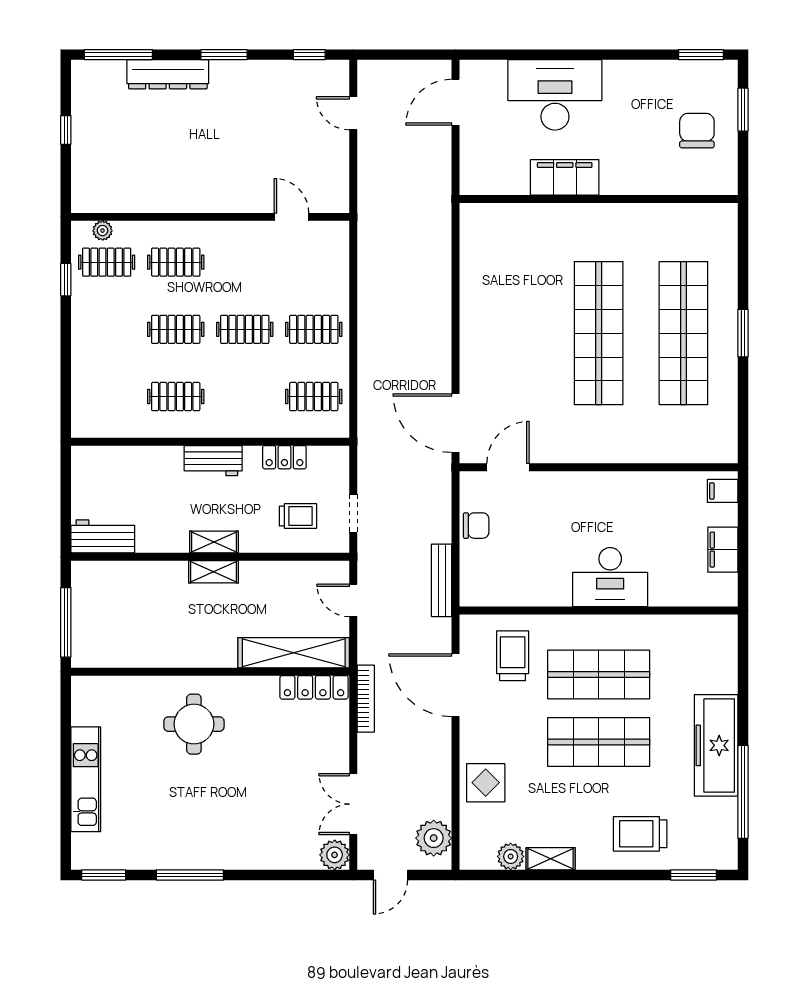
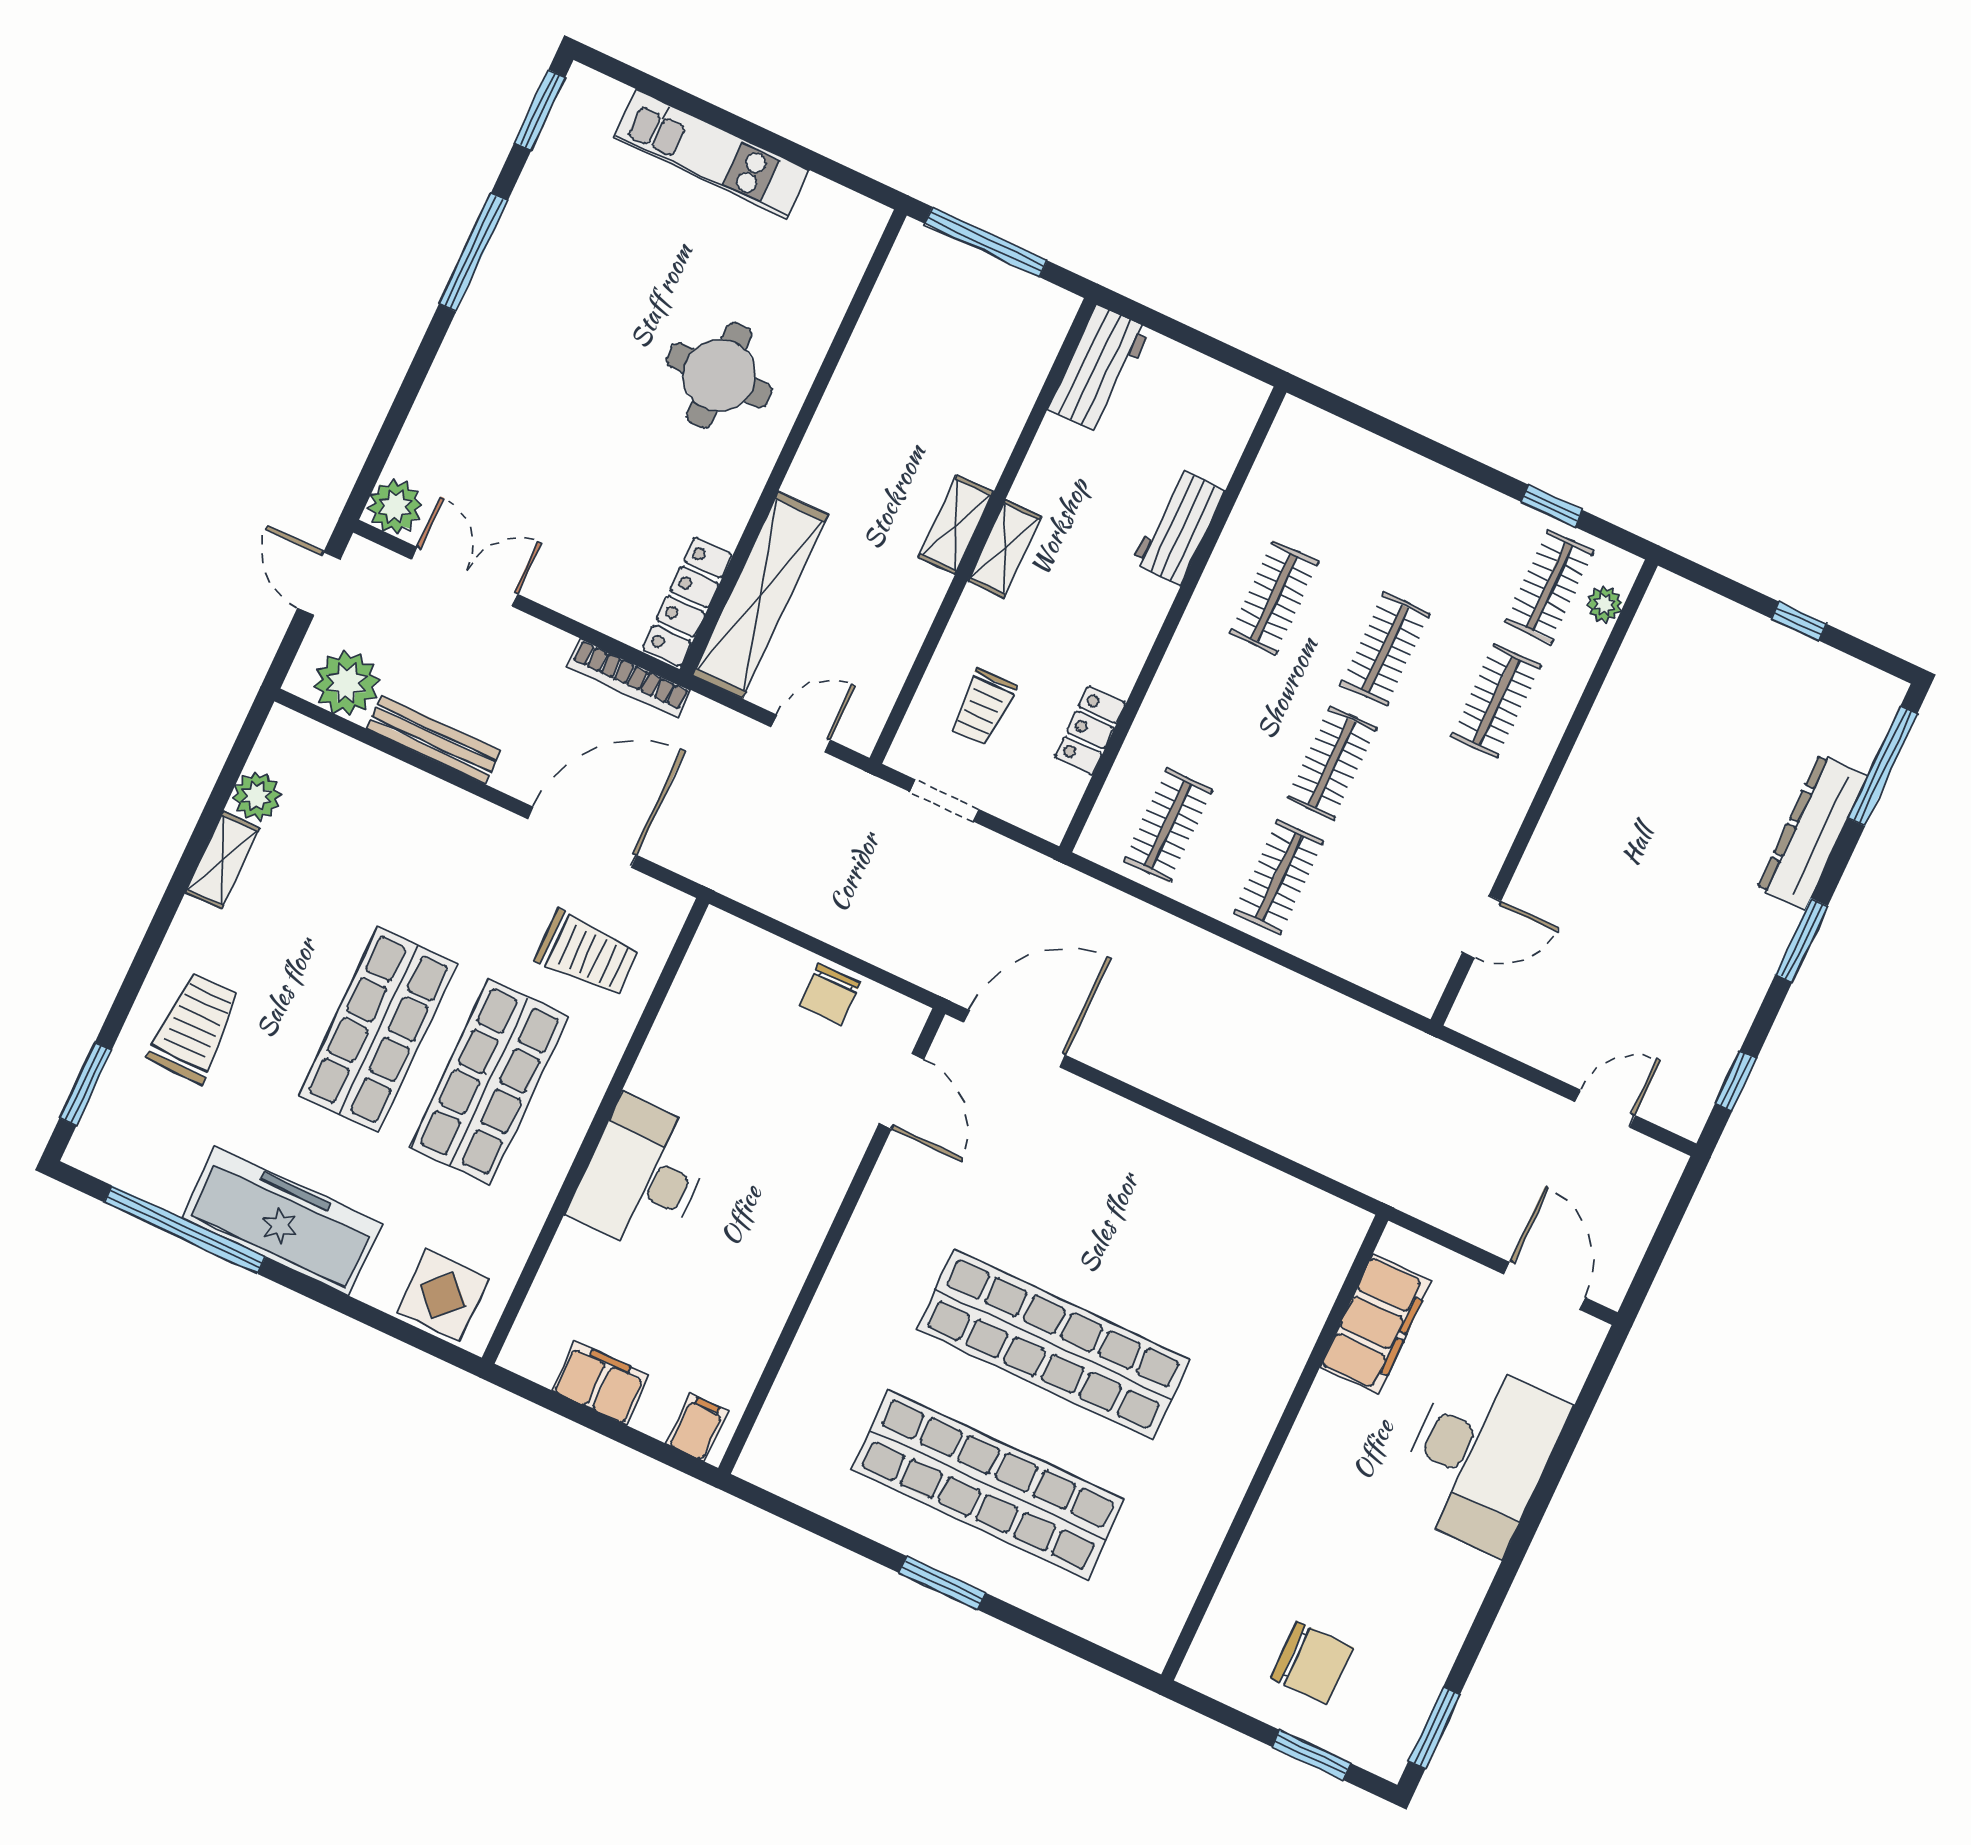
filing cabinet: (565, 177) -> (1376, 1324), moved
workbench: (213, 461) -> (1178, 527), moved
bench: (442, 580) -> (433, 740), moved
display table: (486, 783) -> (443, 1295), moved

